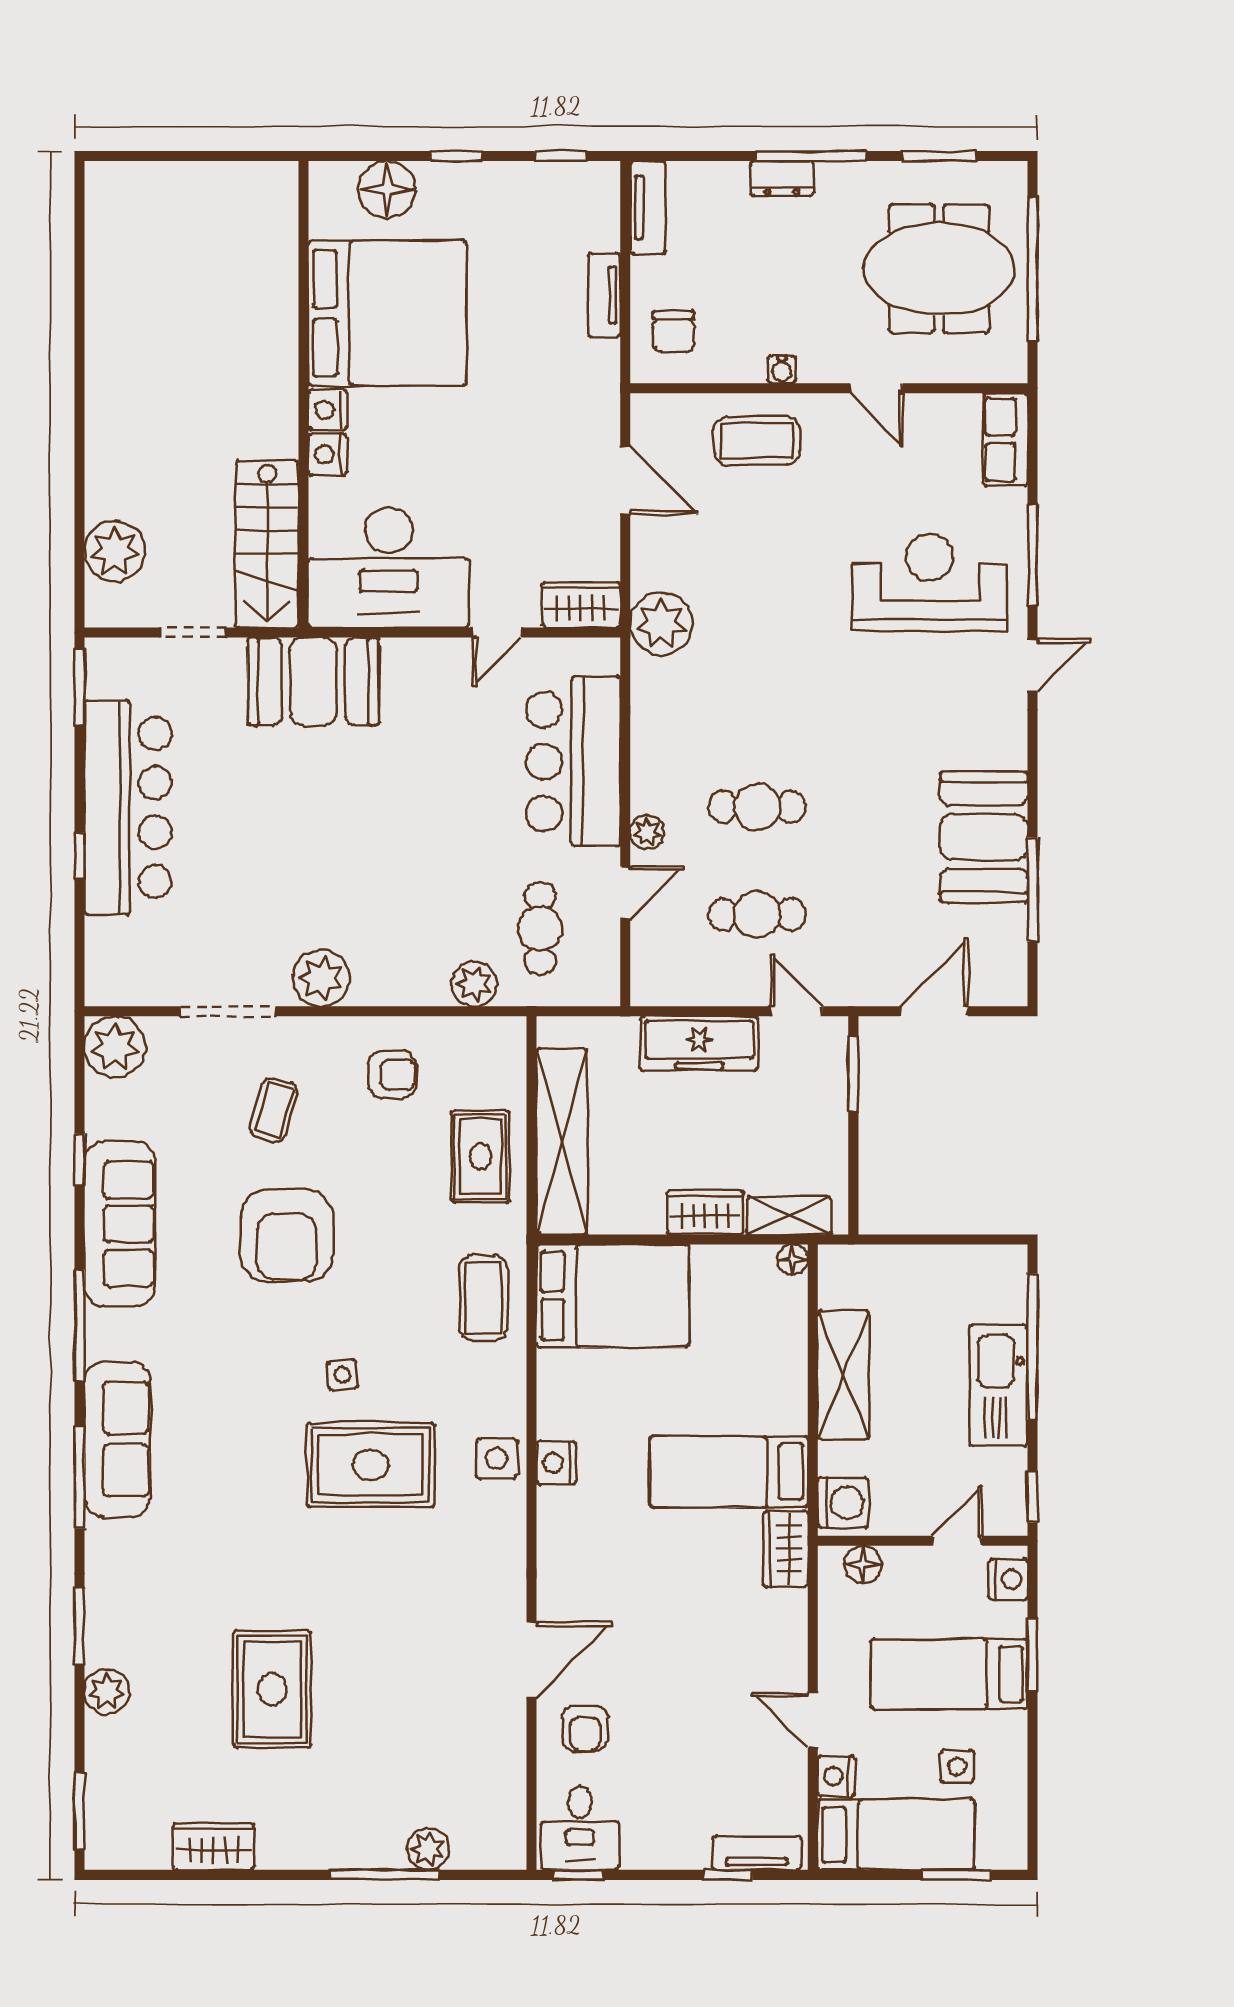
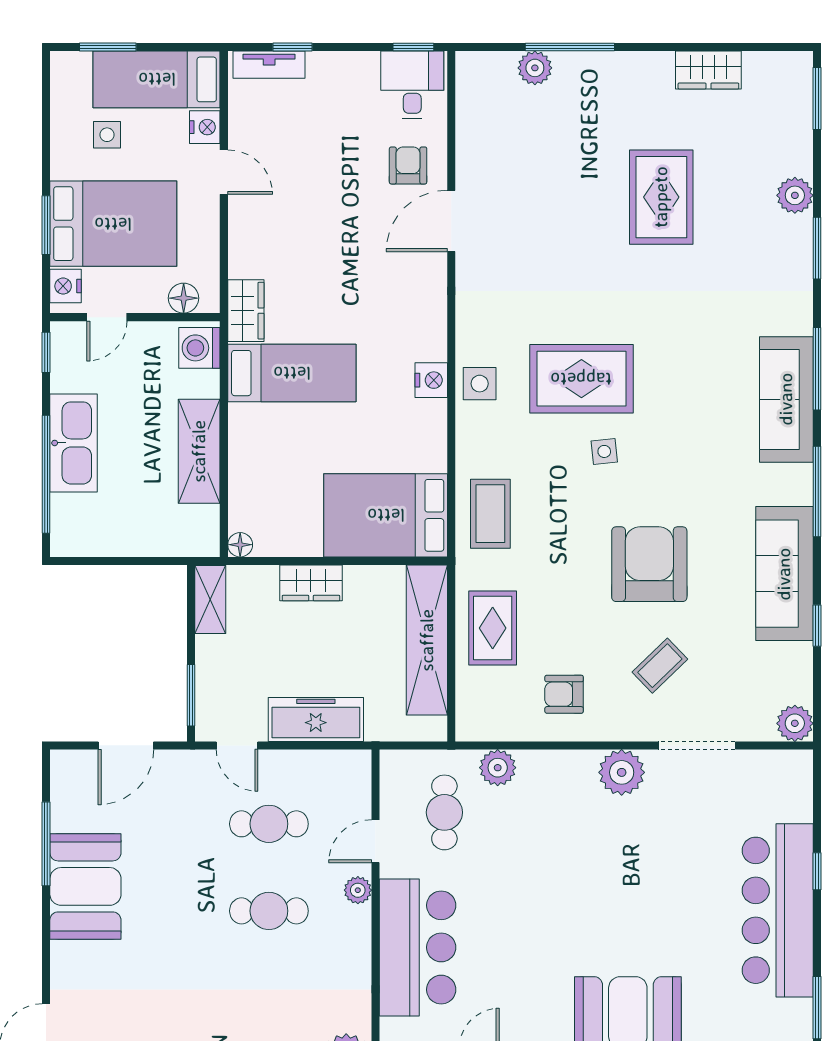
plant: (115, 1047) -> (795, 723), width x0.73, depth x0.73
coffee table: (274, 1110) -> (660, 666), turned 30
shelving: (789, 1216) -> (210, 599), moved, turned 90
bed: (949, 1674) -> (113, 224), width x1.50

